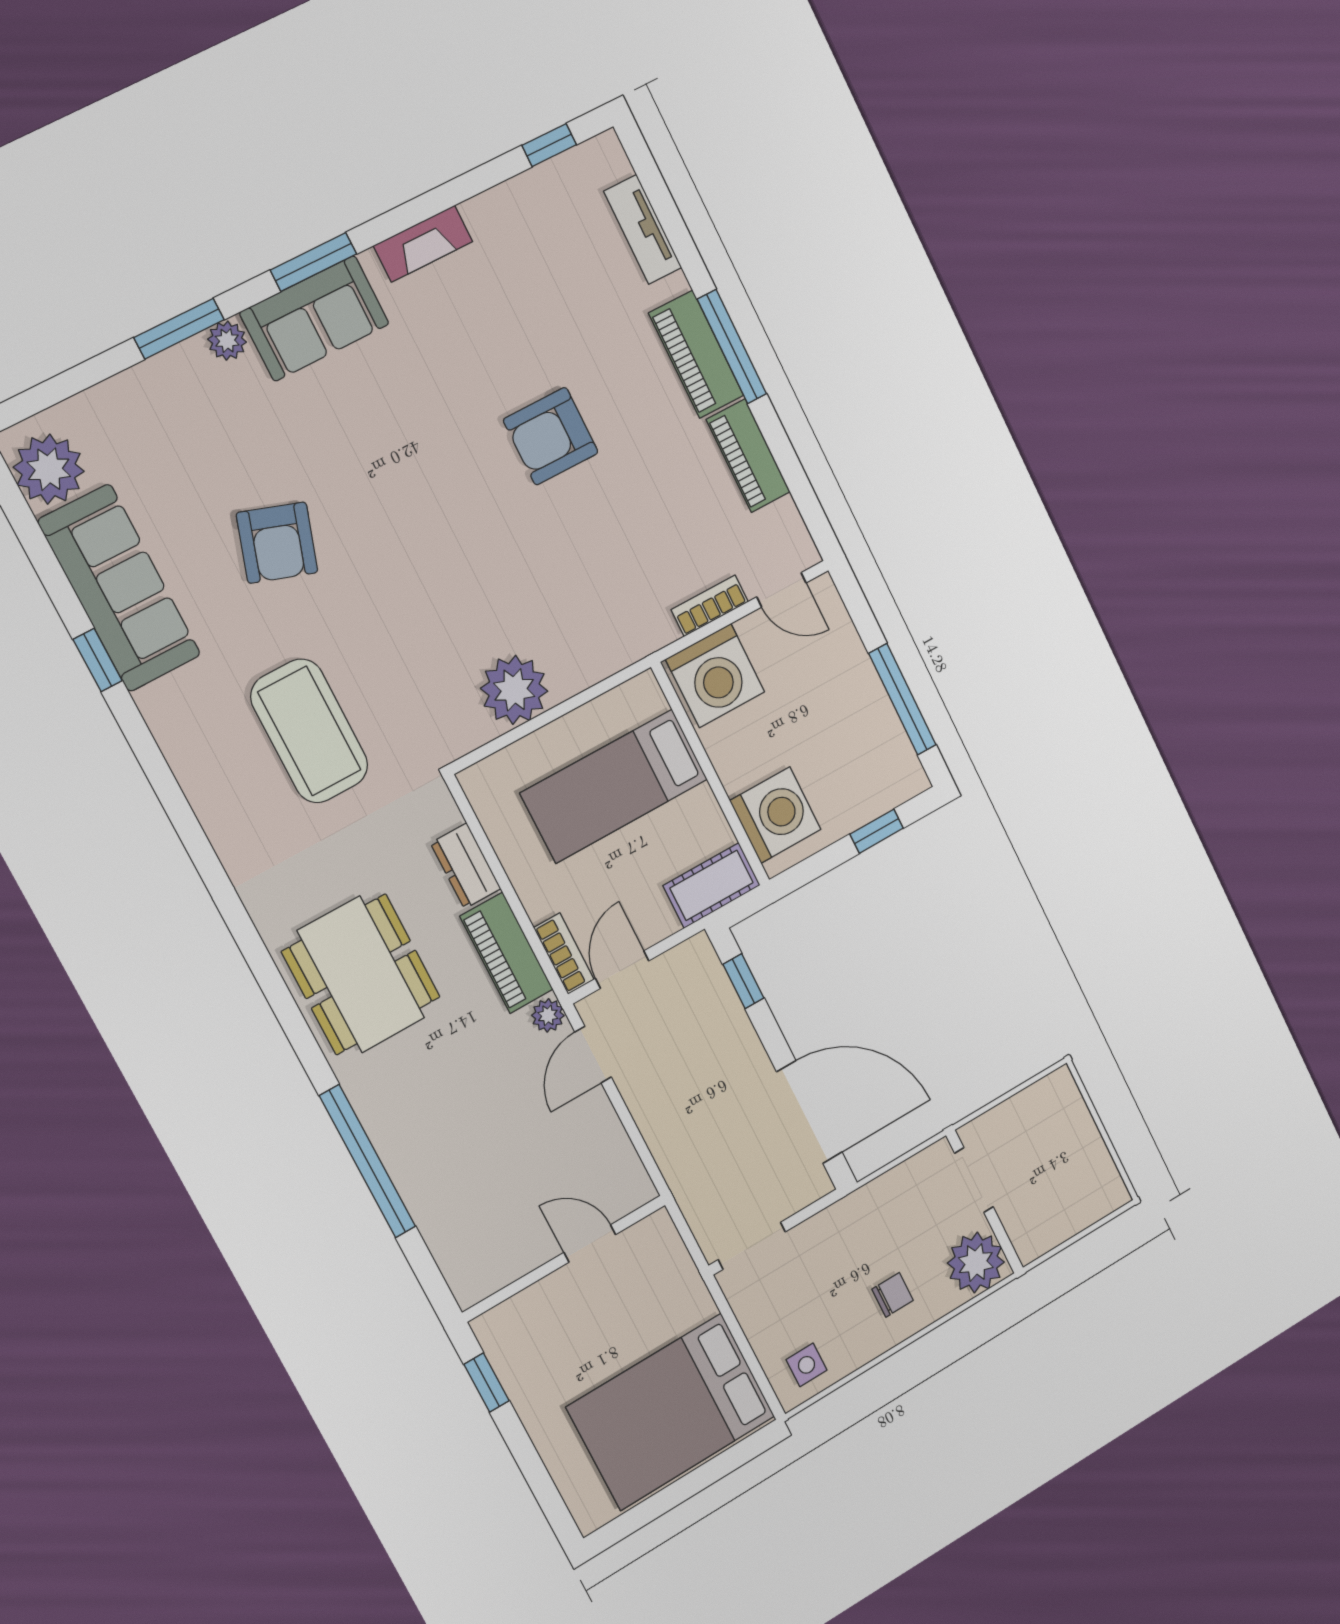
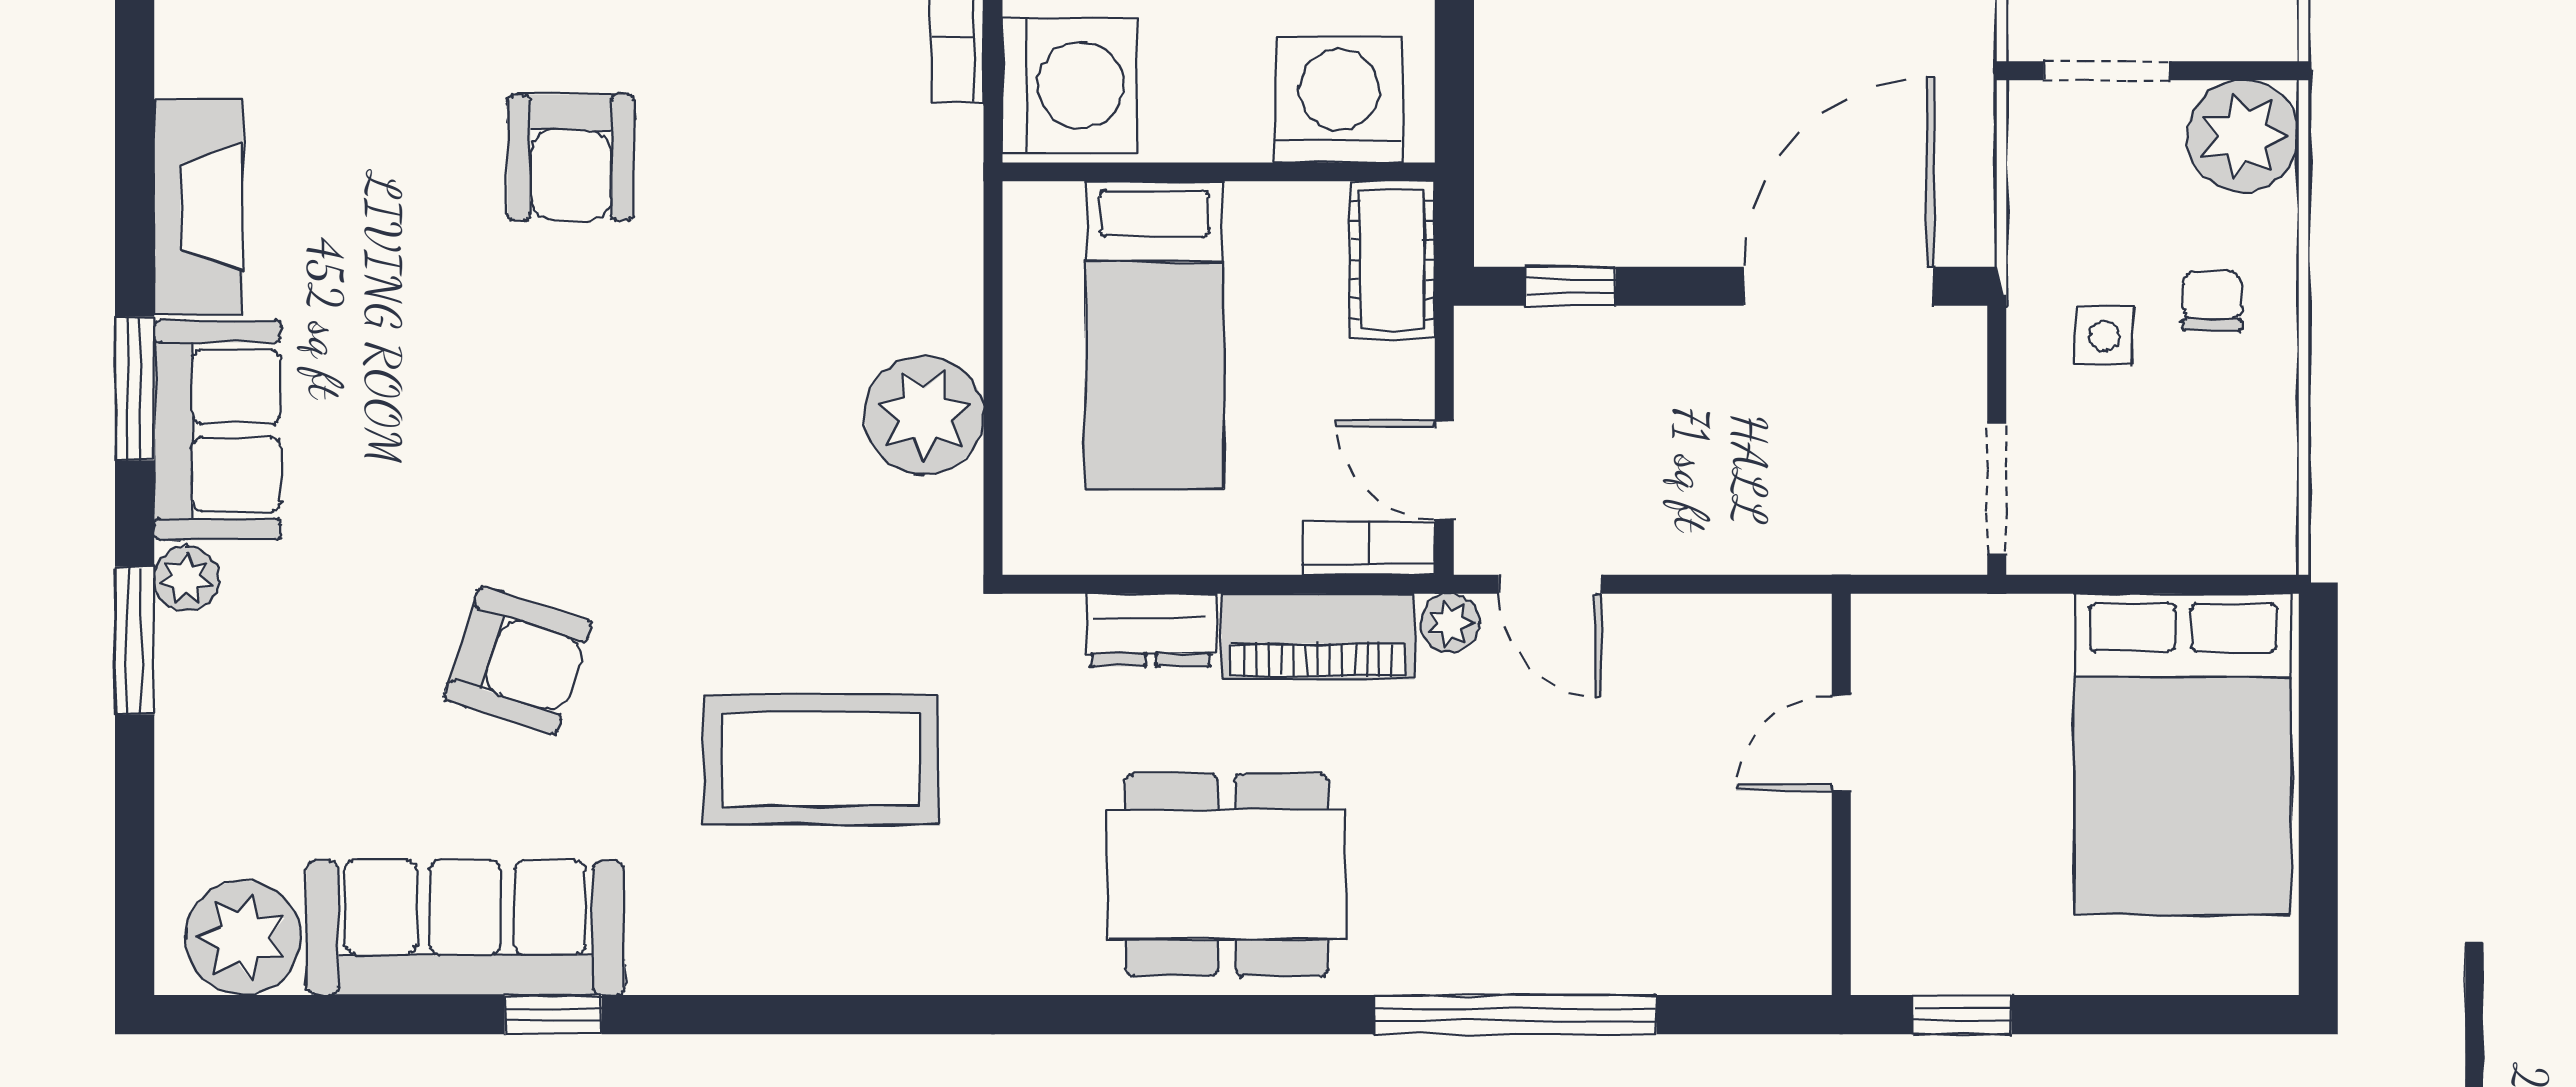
fireplace: (423, 244) -> (198, 207), width x1.37, depth x1.32
side table: (807, 1365) -> (2104, 336), moved

